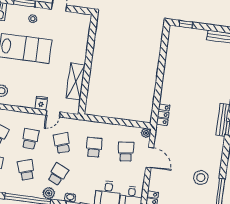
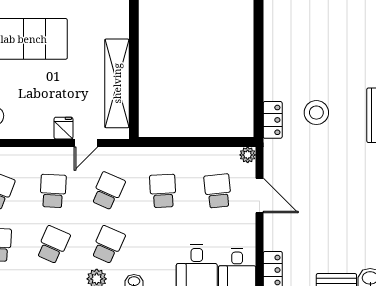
shelving: (76, 81) -> (117, 83), width x1.47
school desk: (62, 143) -> (108, 191), turned 42
school desk: (26, 170) -> (53, 245), turned 42
stool: (201, 178) -> (316, 113), moved

